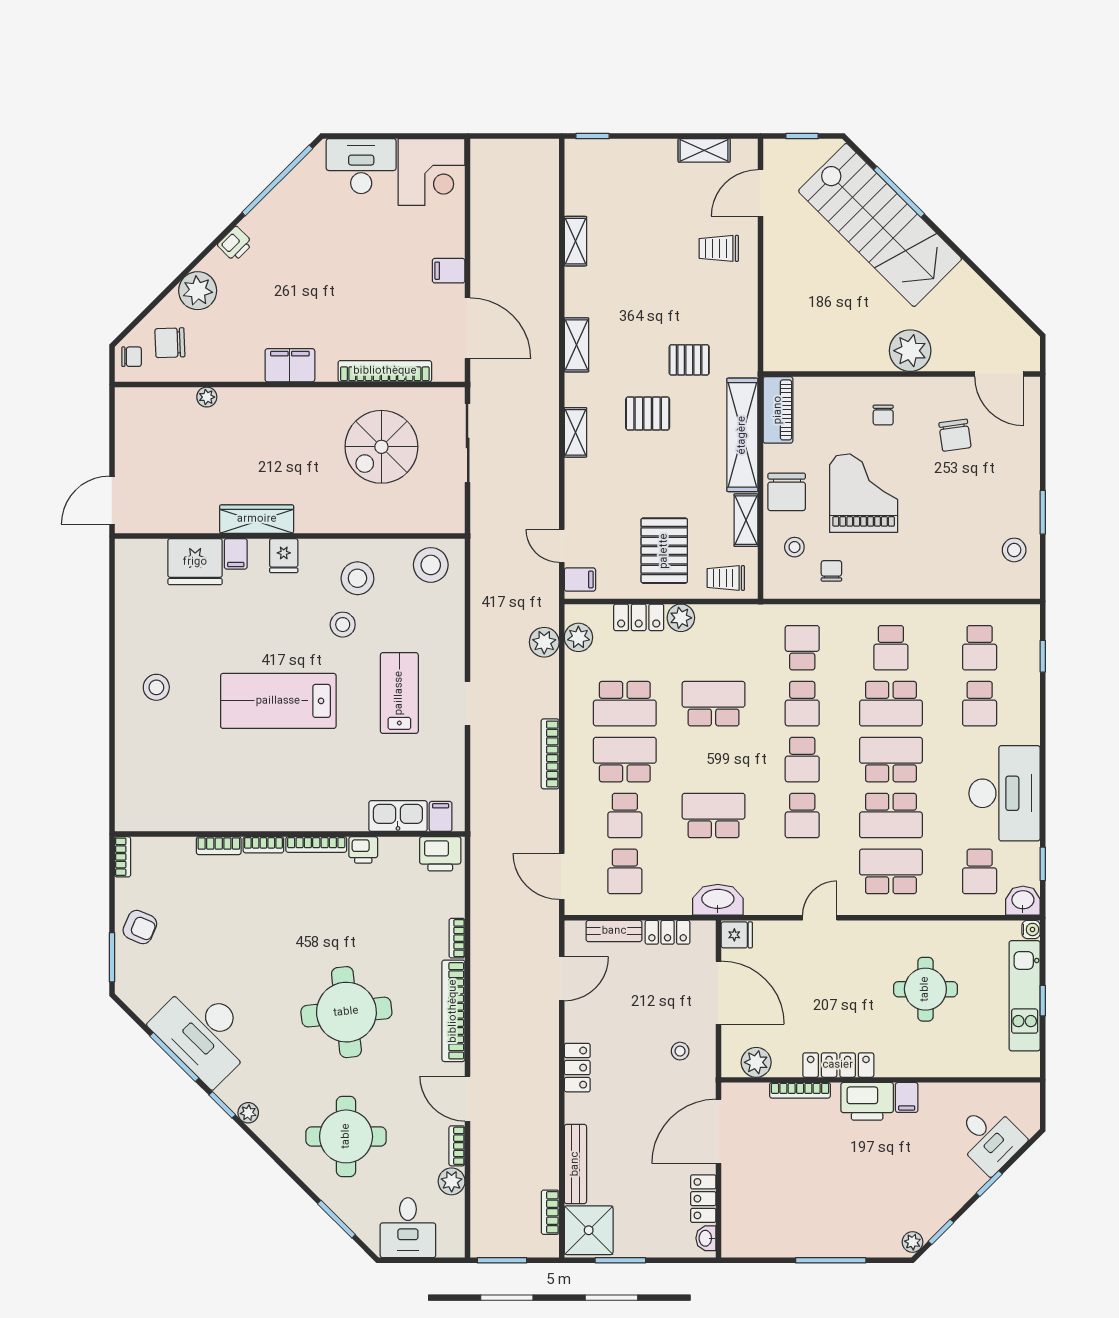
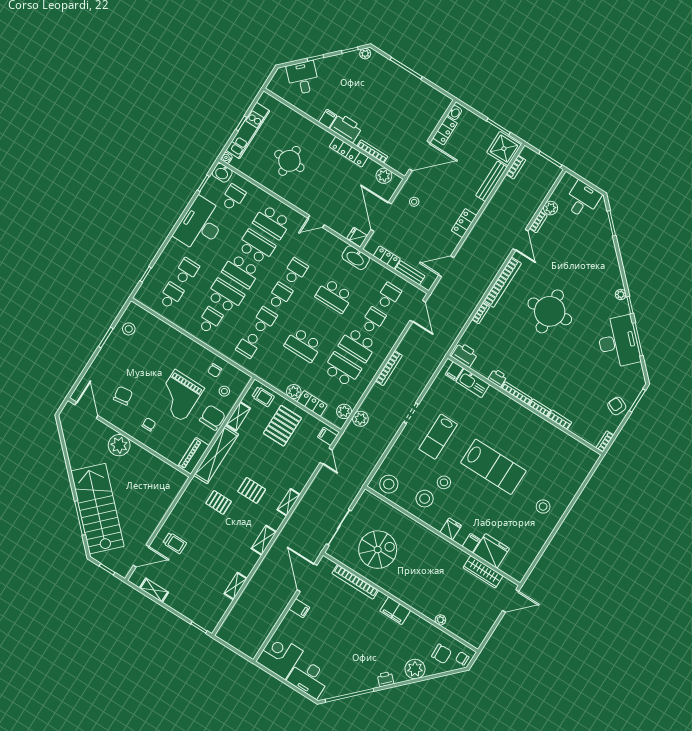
wardrobe: (257, 519) -> (483, 572), moved
round table: (346, 1136) -> (584, 257), removed

